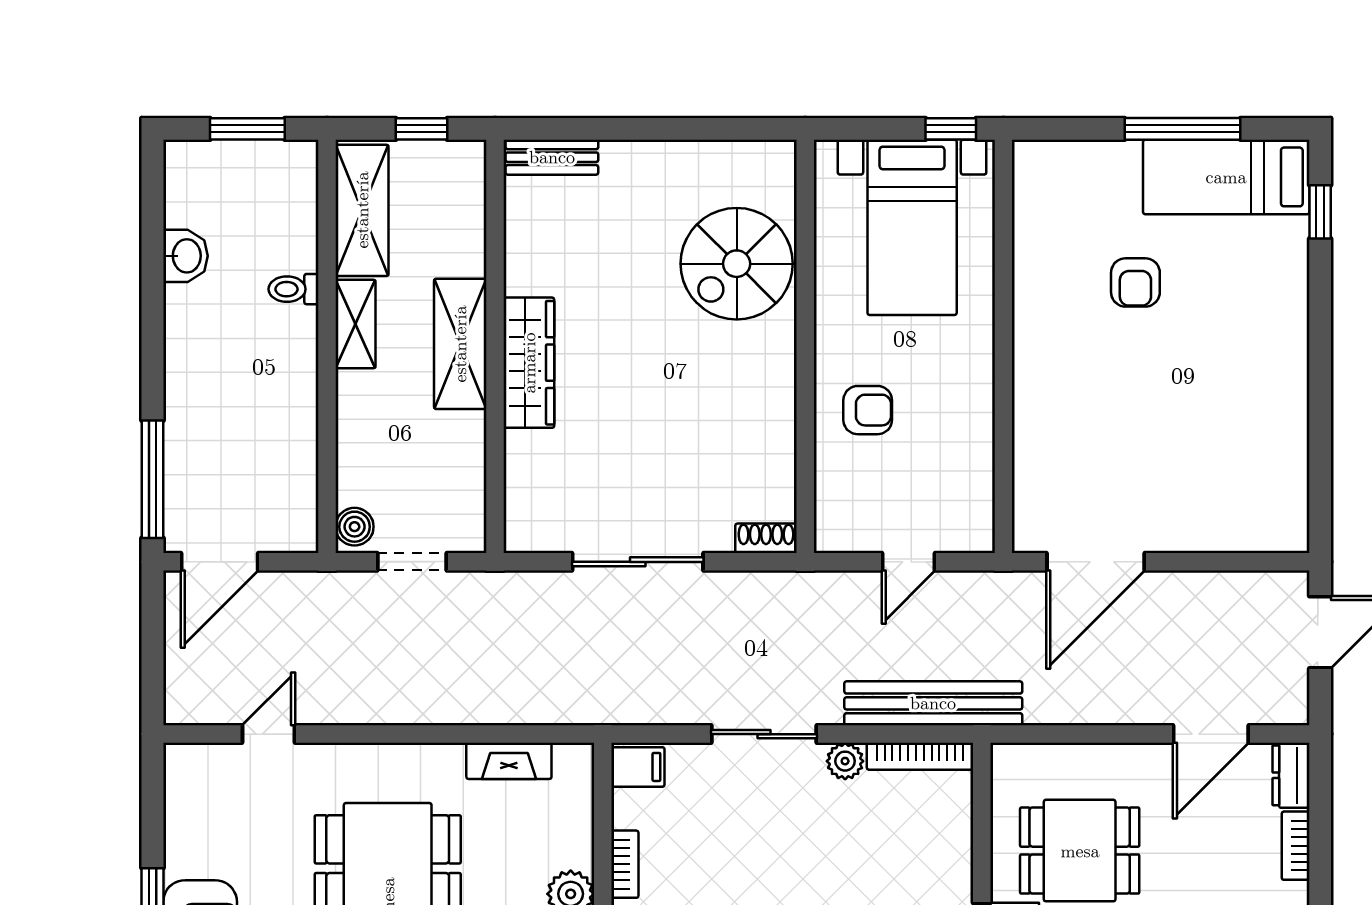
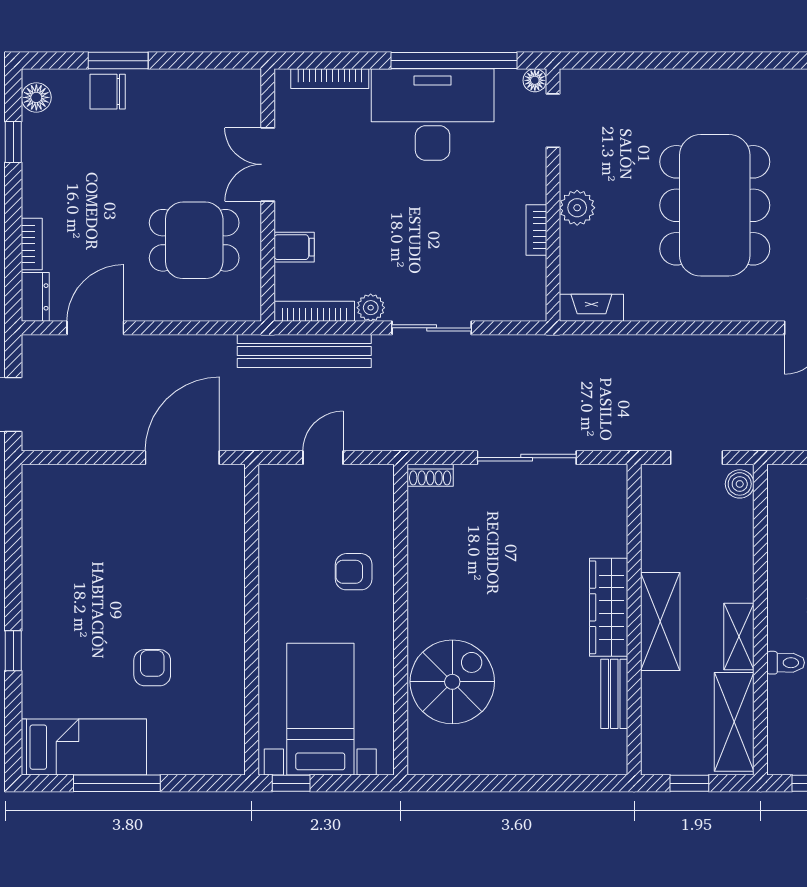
bench: (552, 157) -> (614, 694), moved, turned 90
window: (1320, 212) -> (13, 651), moved
fireplace: (509, 761) -> (591, 308), moved
filing cabinet: (638, 767) -> (294, 247), moved, turned 180

